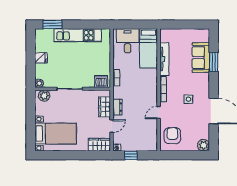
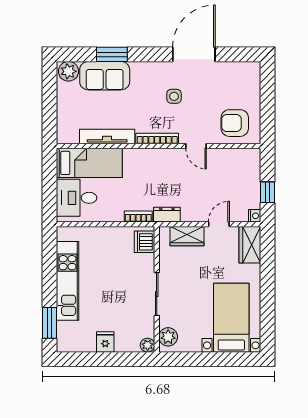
dresser: (117, 107) -> (167, 215), moved
door: (112, 126) -> (219, 224), hinge flipped
plant: (203, 145) -> (68, 71), moved

